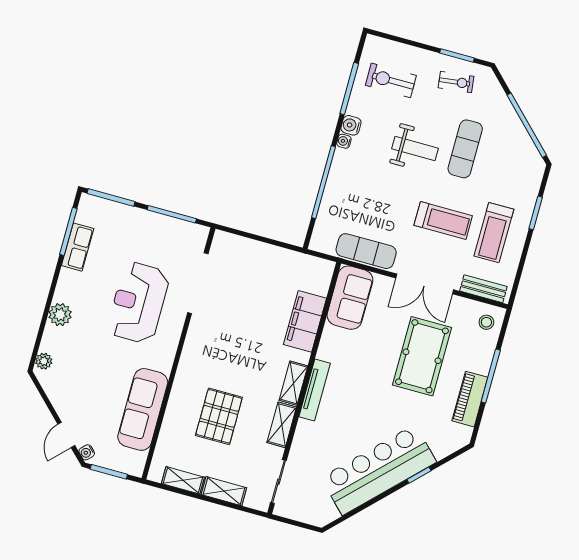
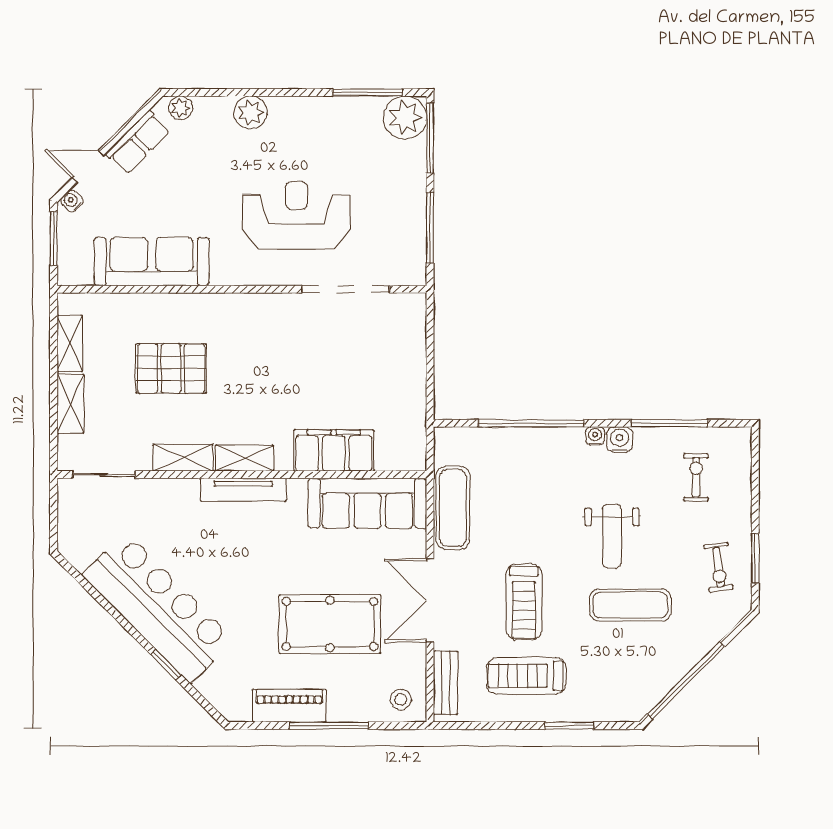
exercise bike: (391, 80) -> (696, 477), width x0.73, depth x0.72
plant: (92, 211) -> (405, 118), added
row of seats: (78, 247) -> (138, 142), moved, turned -45
sofa: (350, 298) -> (367, 503), width x1.36

